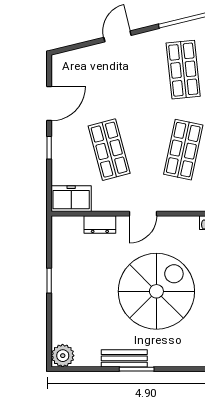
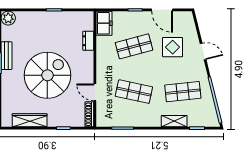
display table: (110, 86) -> (173, 47), added
door: (143, 214) -> (95, 92), moved
spiral stairs: (156, 291) -> (47, 75), turned -90

